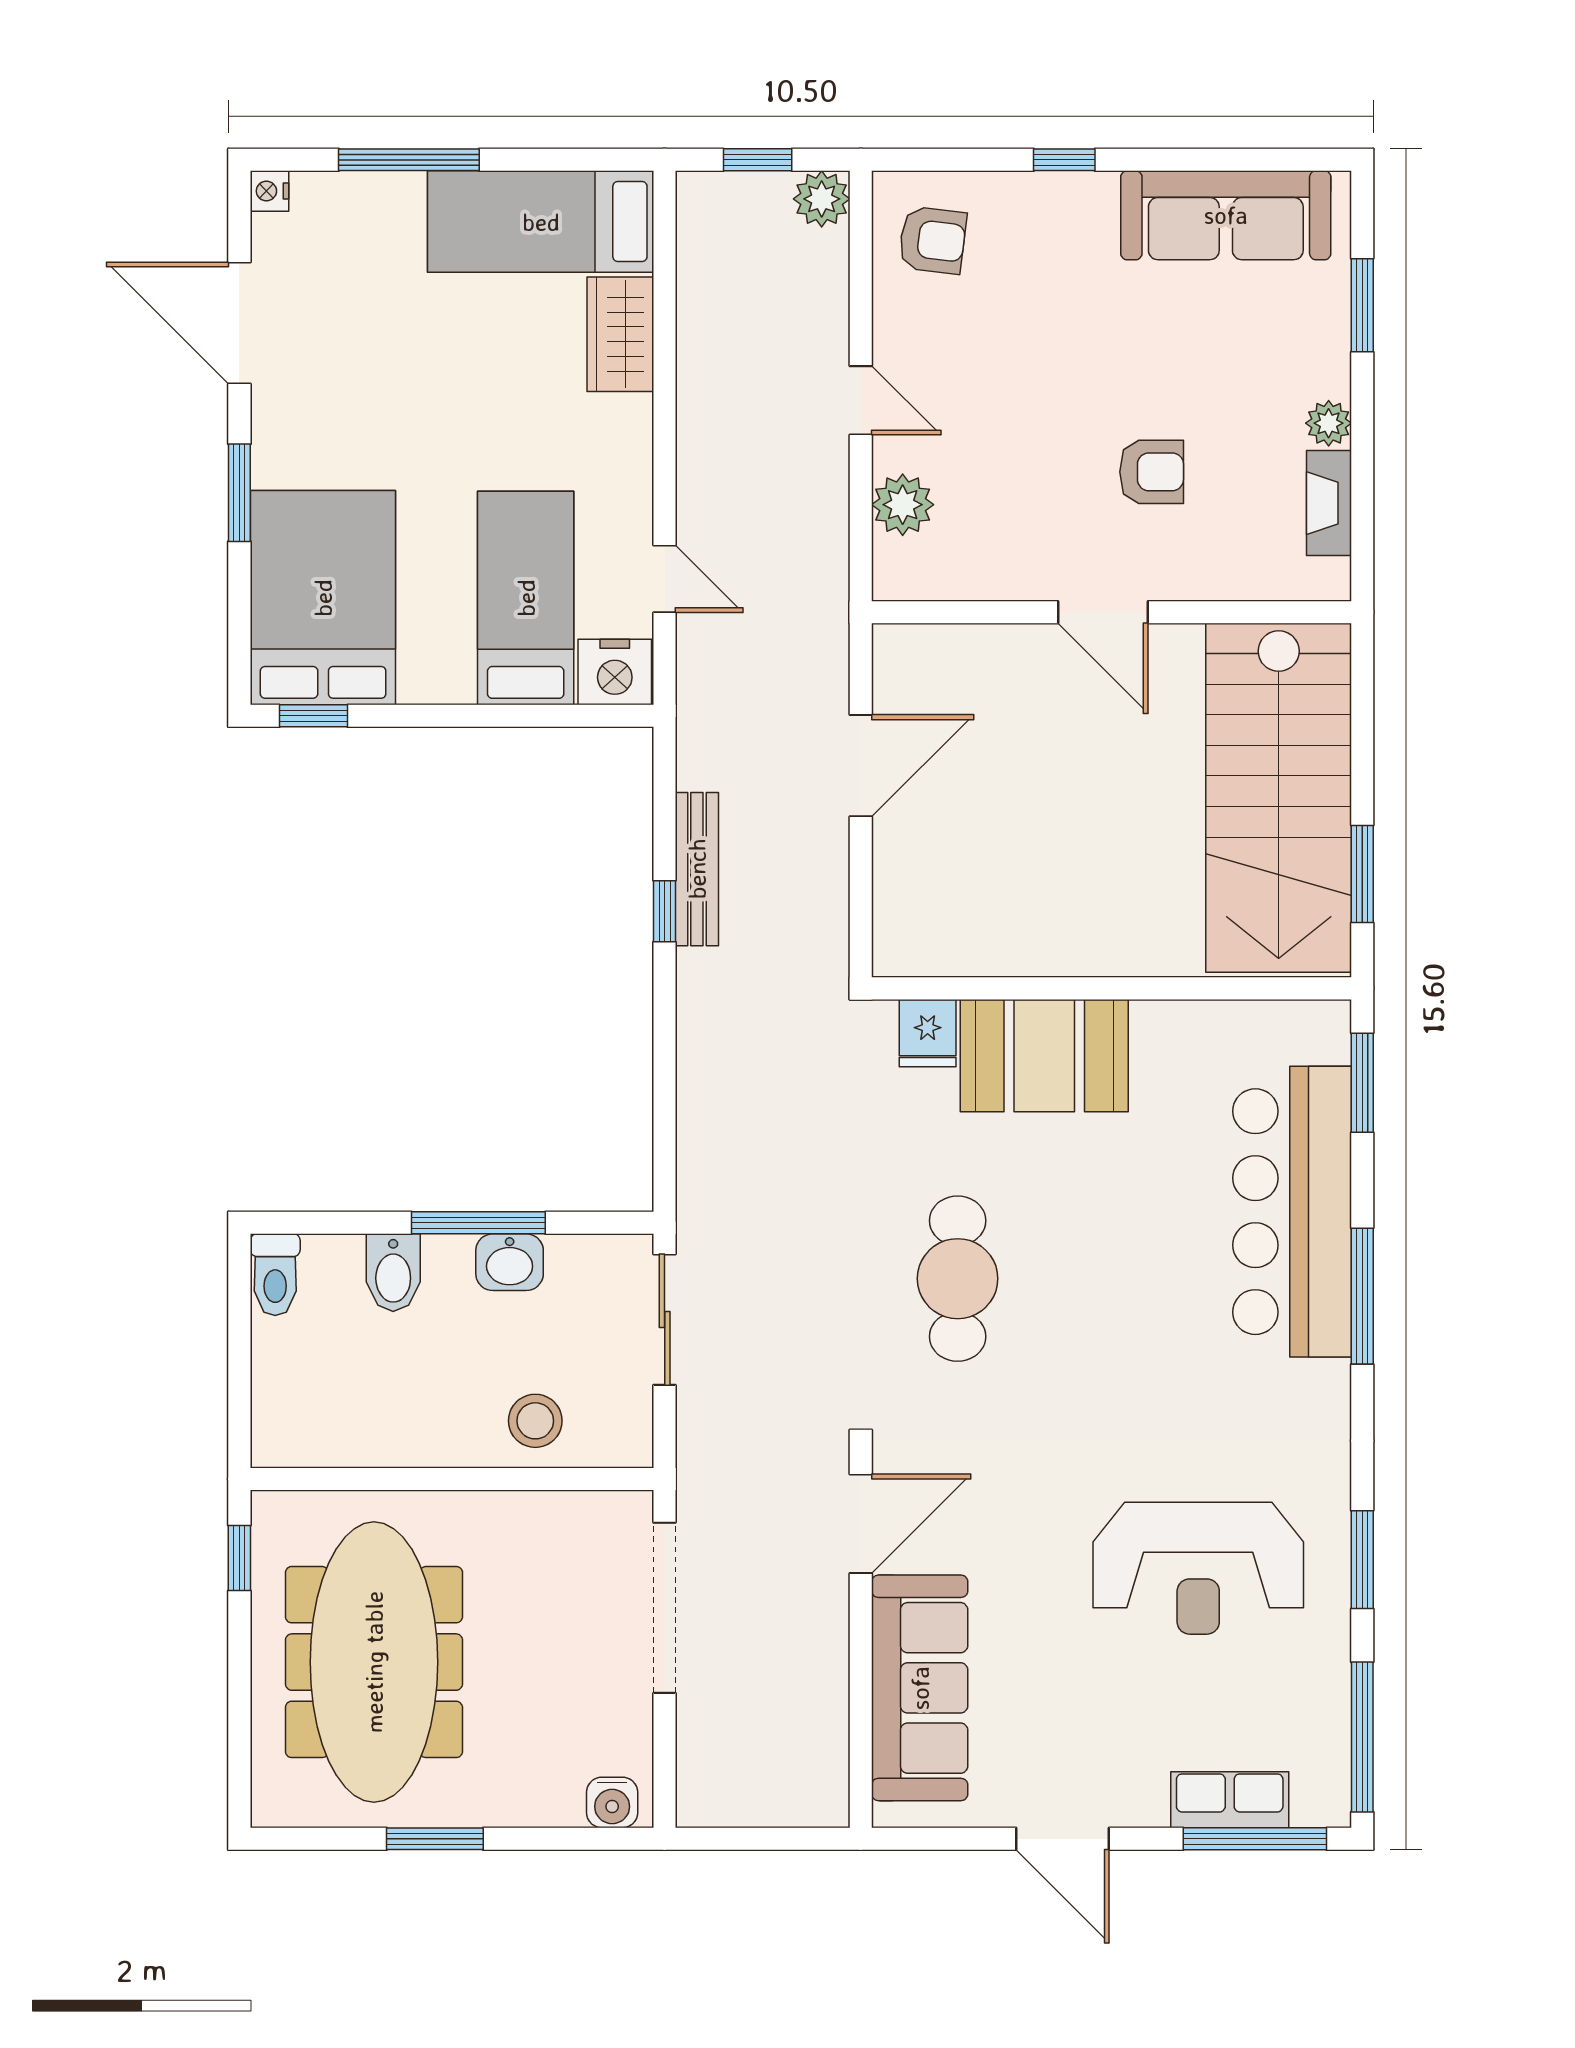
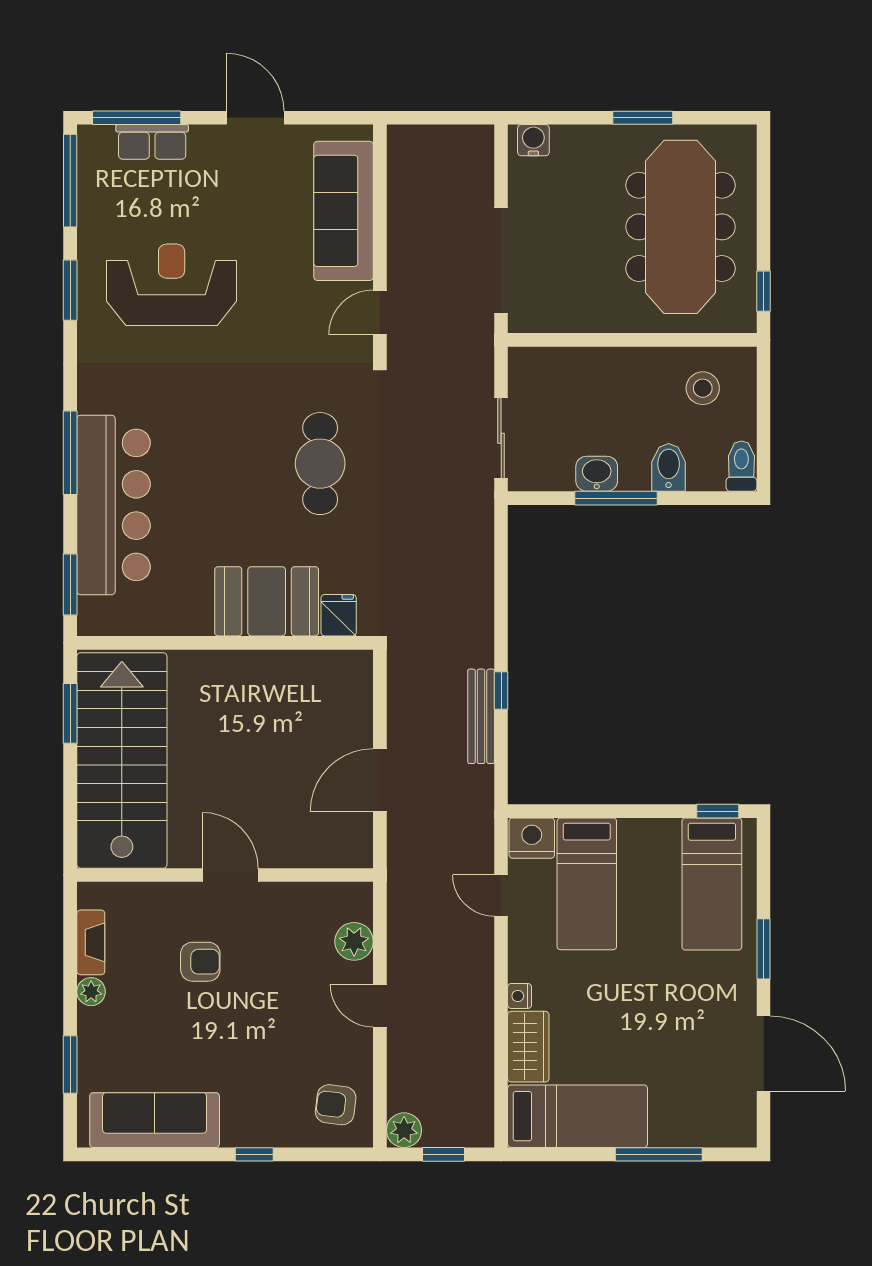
nightstand: (269, 191) -> (520, 996), moved, turned 180
armchair: (1152, 472) -> (200, 962), turned 180
bed: (323, 598) -> (712, 884), width x0.67
stool: (535, 1421) -> (703, 388), moved
door: (861, 1524) -> (380, 312), width x0.73

